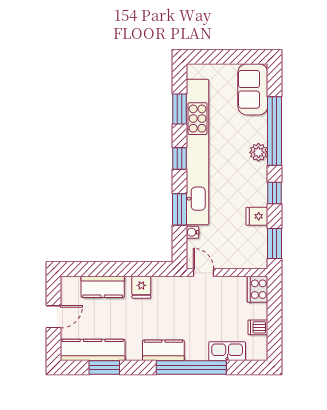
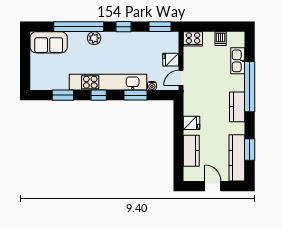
kitchen unit: (198, 152) -> (108, 82), width x0.73
fridge: (257, 216) -> (171, 60), moved, turned 90

